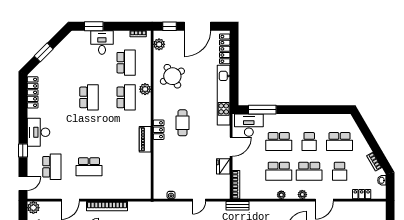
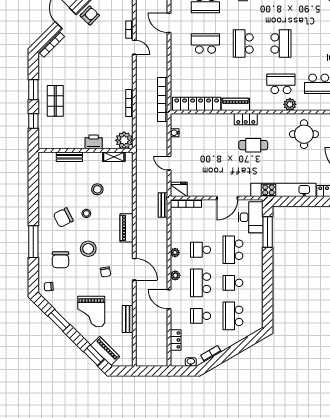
round table: (172, 76) -> (304, 134), turned 30
school desk: (89, 97) -> (281, 43), turned -90
school desk: (126, 97) -> (281, 84), turned 180
school desk: (89, 132) -> (243, 43), added
door: (231, 147) -> (227, 198), hinge flipped
fridge: (223, 166) -> (179, 189), moved
school desk: (89, 167) -> (205, 43), turned 90
school desk: (279, 171) -> (201, 250), width x0.54
locker: (145, 175) -> (197, 104), added
bookcase: (107, 206) -> (163, 100), moved

